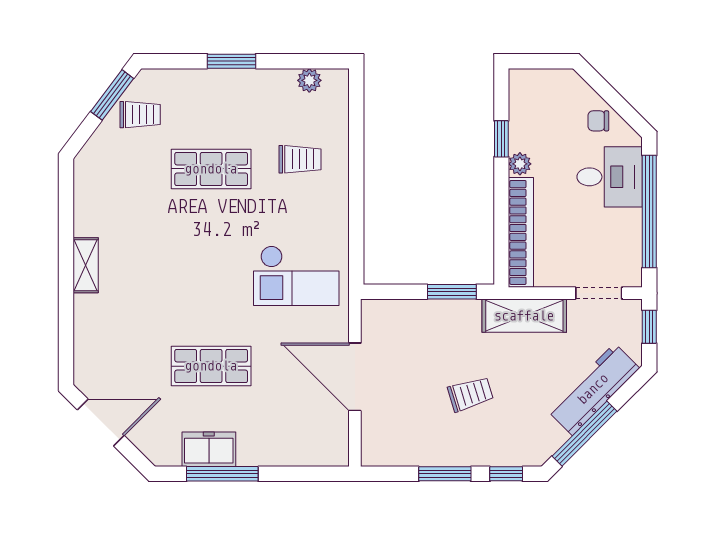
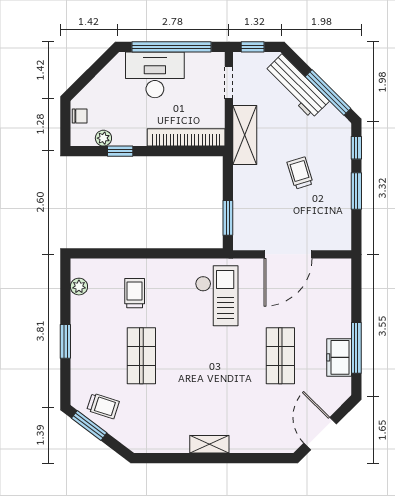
trolley: (140, 115) -> (103, 406), turned 108
chair: (598, 121) -> (80, 116), moved, turned -90
plant: (520, 164) -> (103, 138), moved
desk: (610, 177) -> (155, 75), width x1.37
window: (452, 292) -> (228, 218), moved

